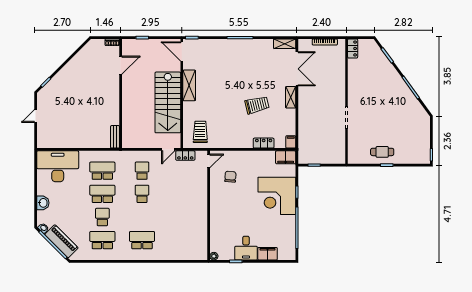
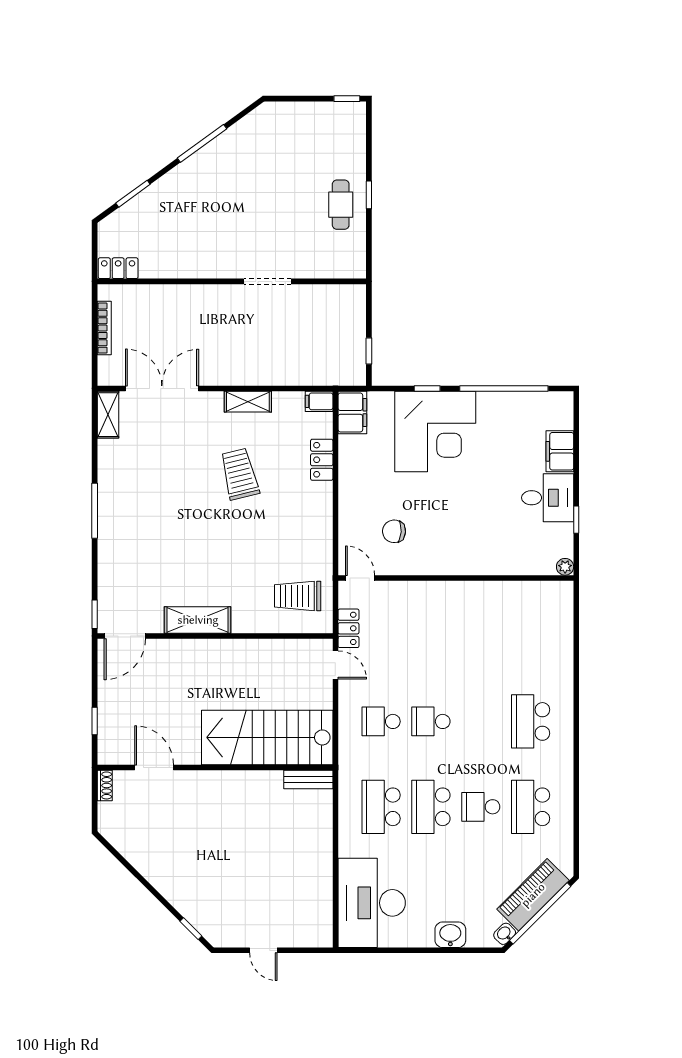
shelving: (291, 97) -> (248, 402), moved
stairs: (168, 102) -> (267, 737), moved, turned 180

